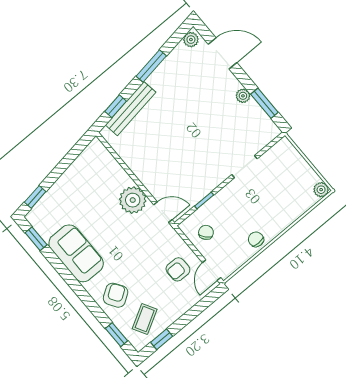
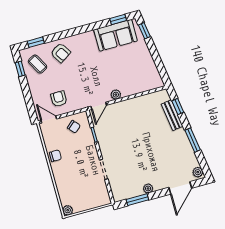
bench: (131, 109) -> (172, 115), width x0.73
plant: (133, 200) -> (116, 95), width x0.53, depth x0.53
sofa: (76, 253) -> (116, 35), moved

